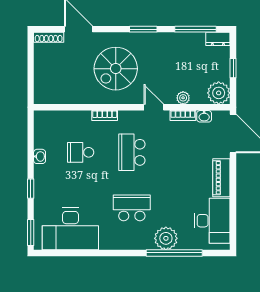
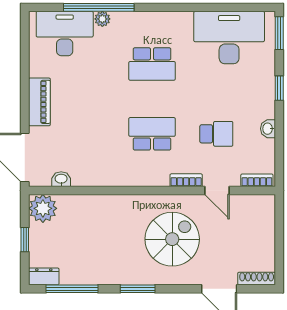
plant: (183, 98) -> (88, 202), removed
door: (154, 107) -> (217, 190), moved
bookcase: (183, 115) -> (257, 180), moved
school desk: (132, 152) -> (152, 134), turned -90
desk: (212, 221) -> (65, 34), moved, turned 90
plant: (166, 238) -> (102, 19), width x0.53, depth x0.53

